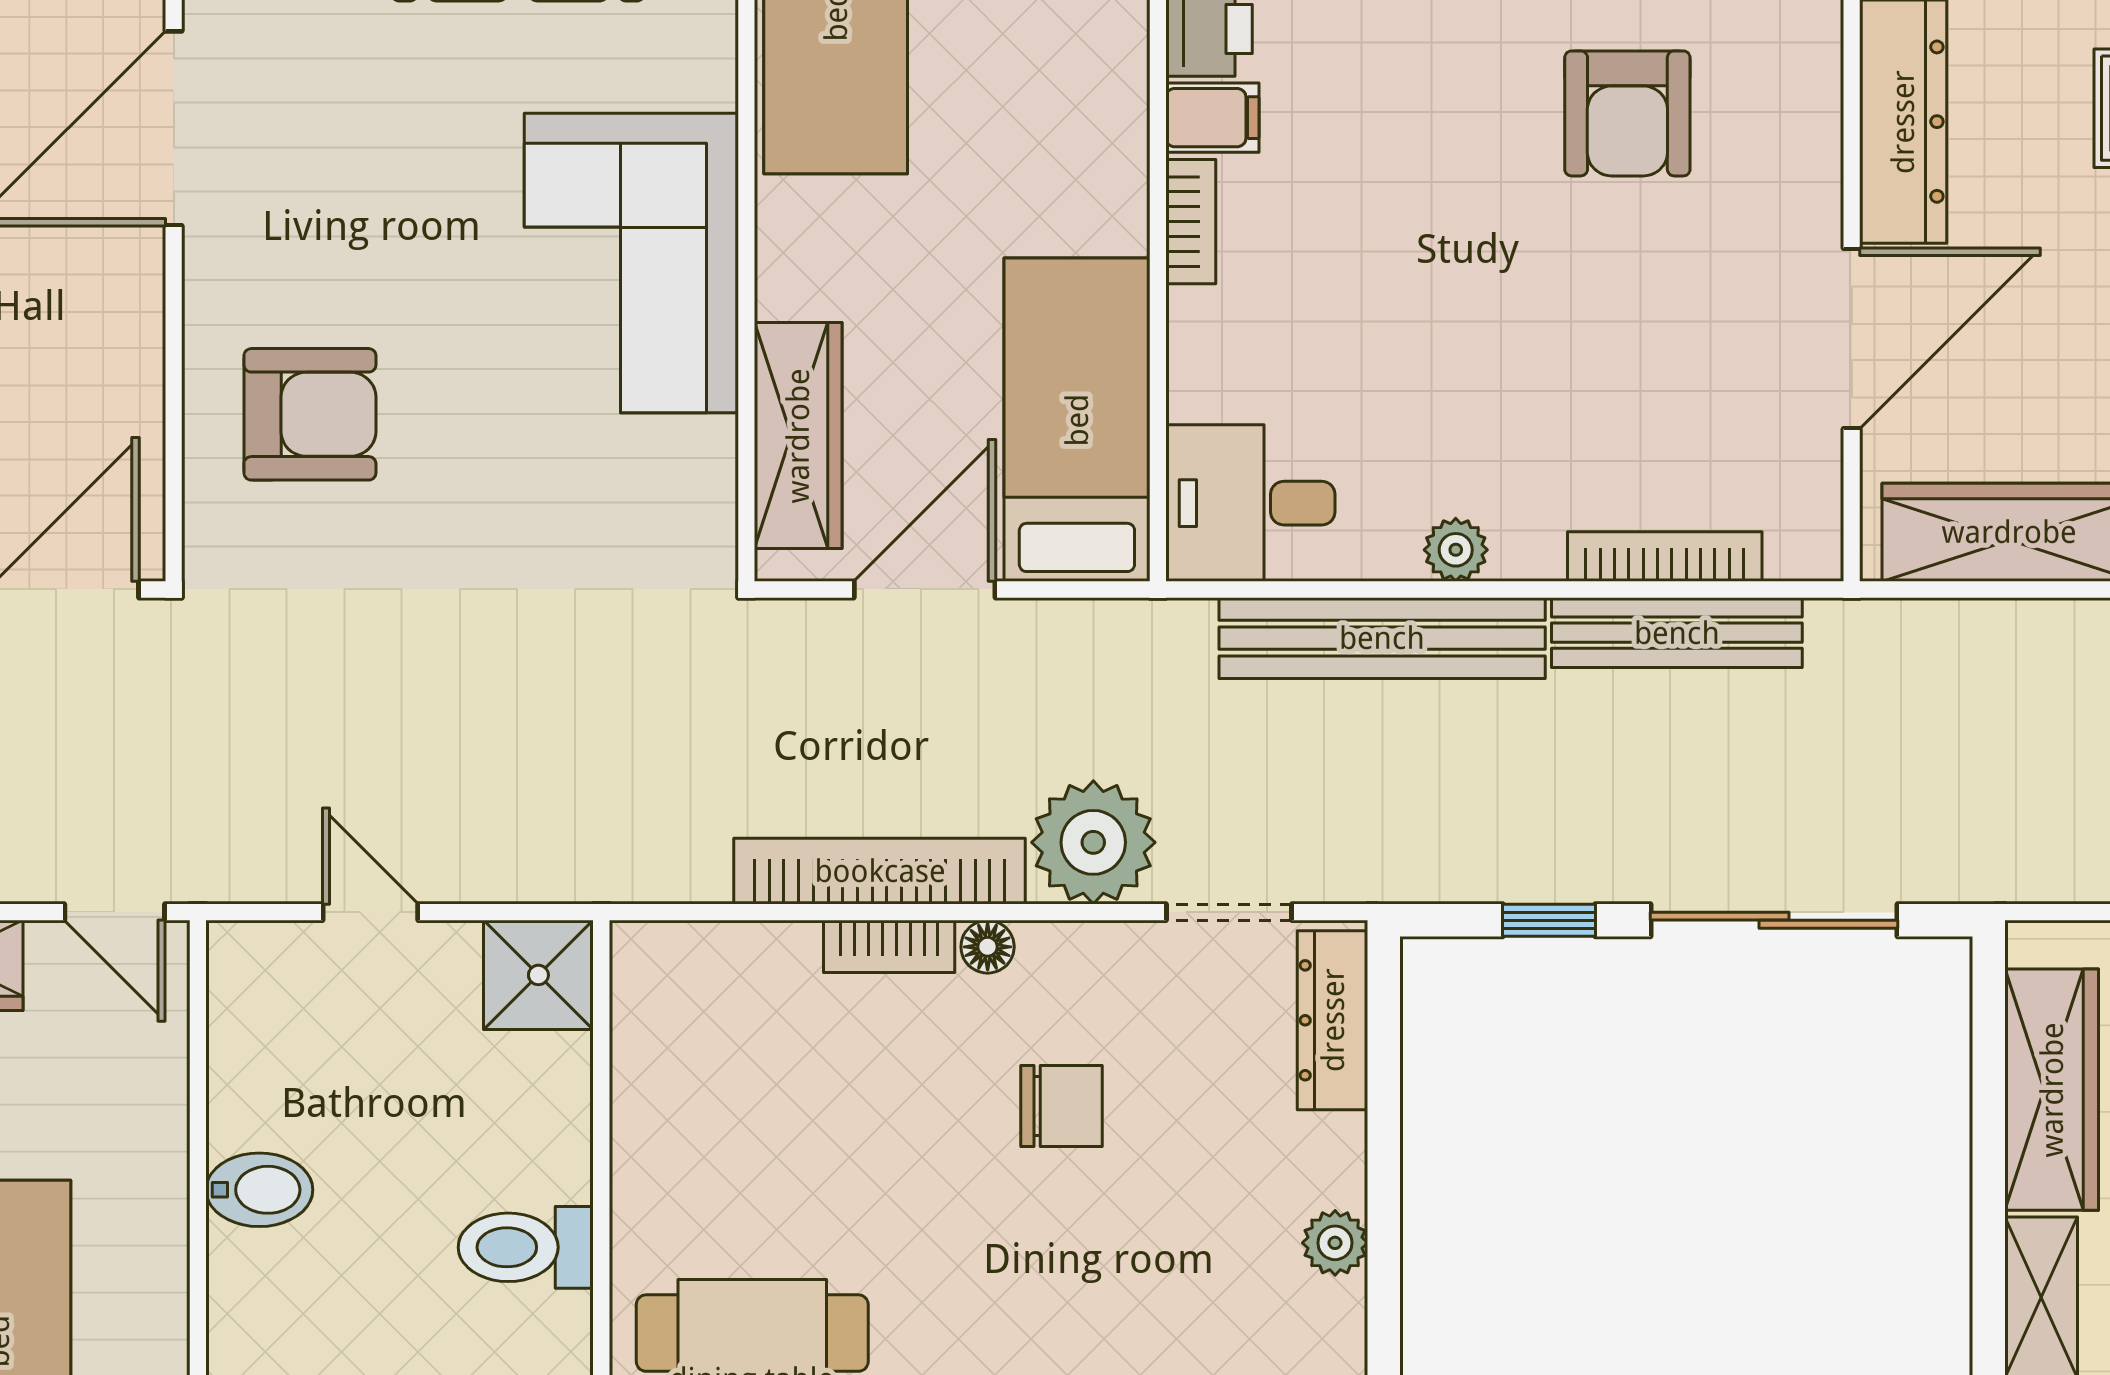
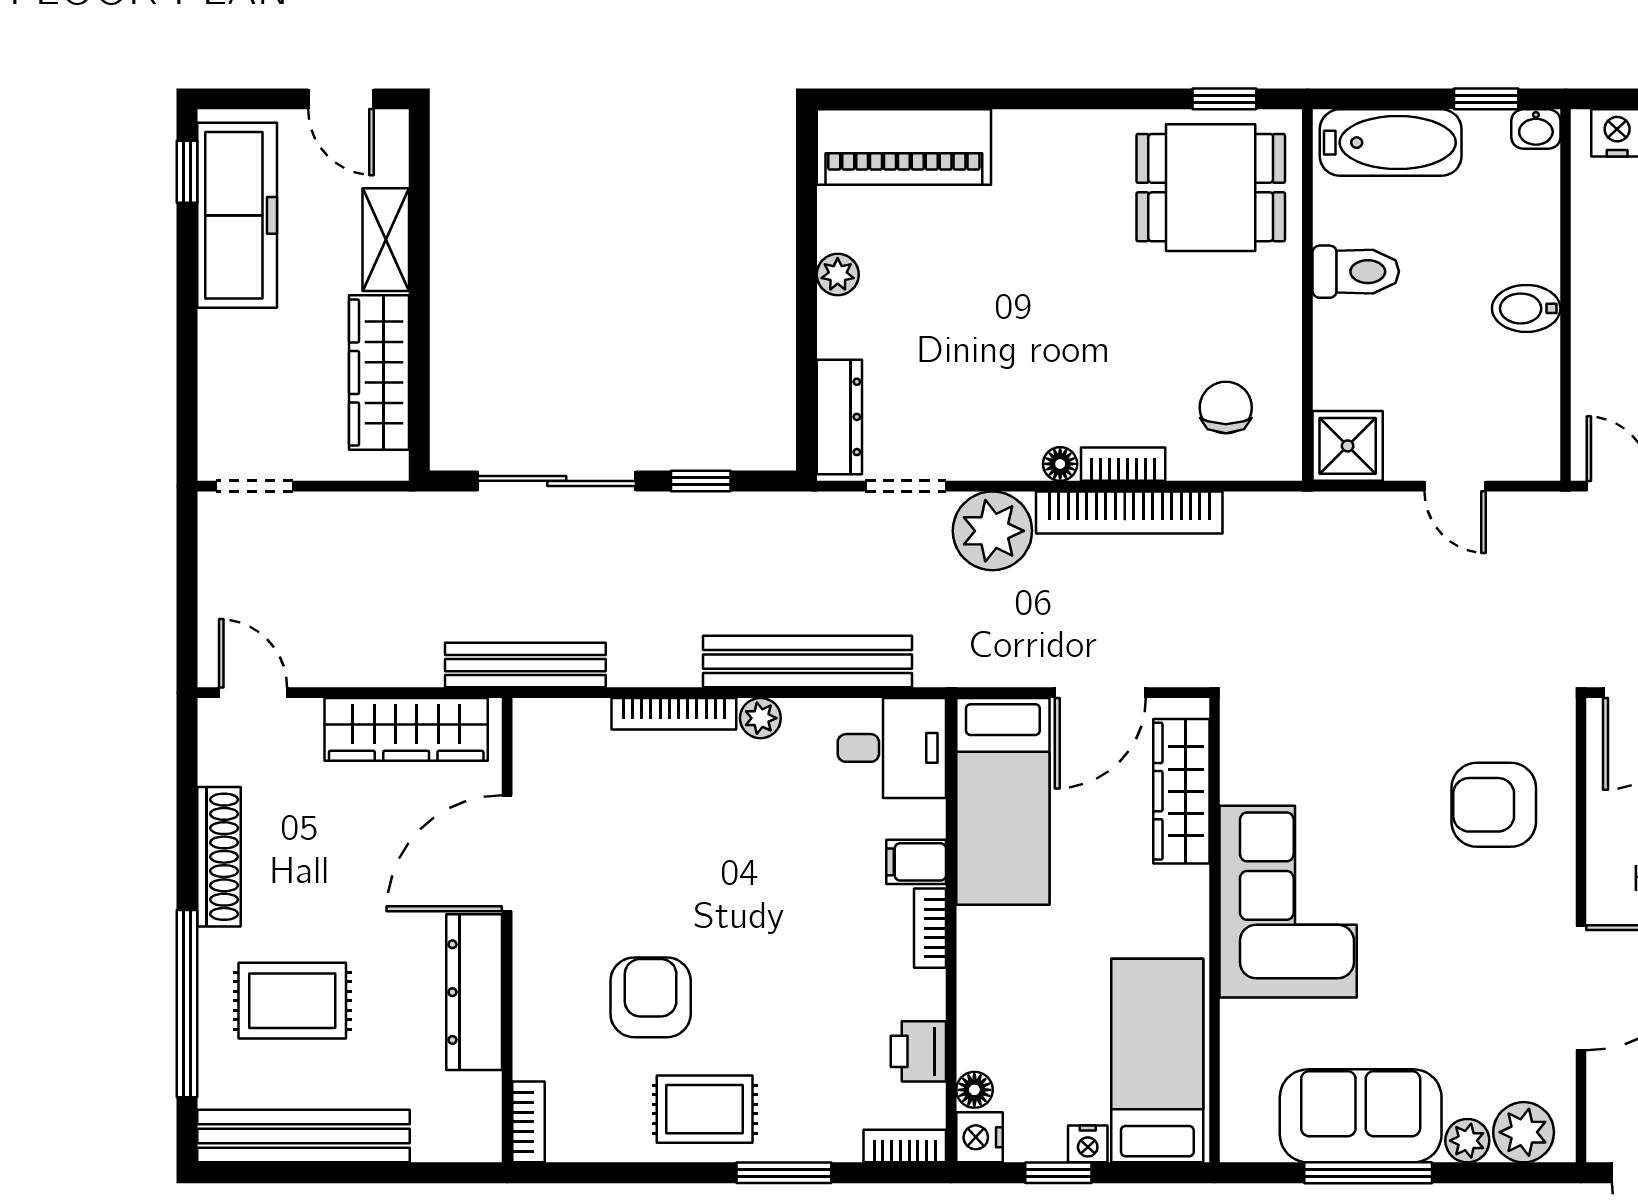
filing cabinet: (1212, 118) -> (916, 862), moved
bookcase: (1665, 557) -> (674, 714), moved
bench: (1677, 633) -> (525, 665), moved
chair: (1062, 1106) -> (1226, 408), moved, turned 90

